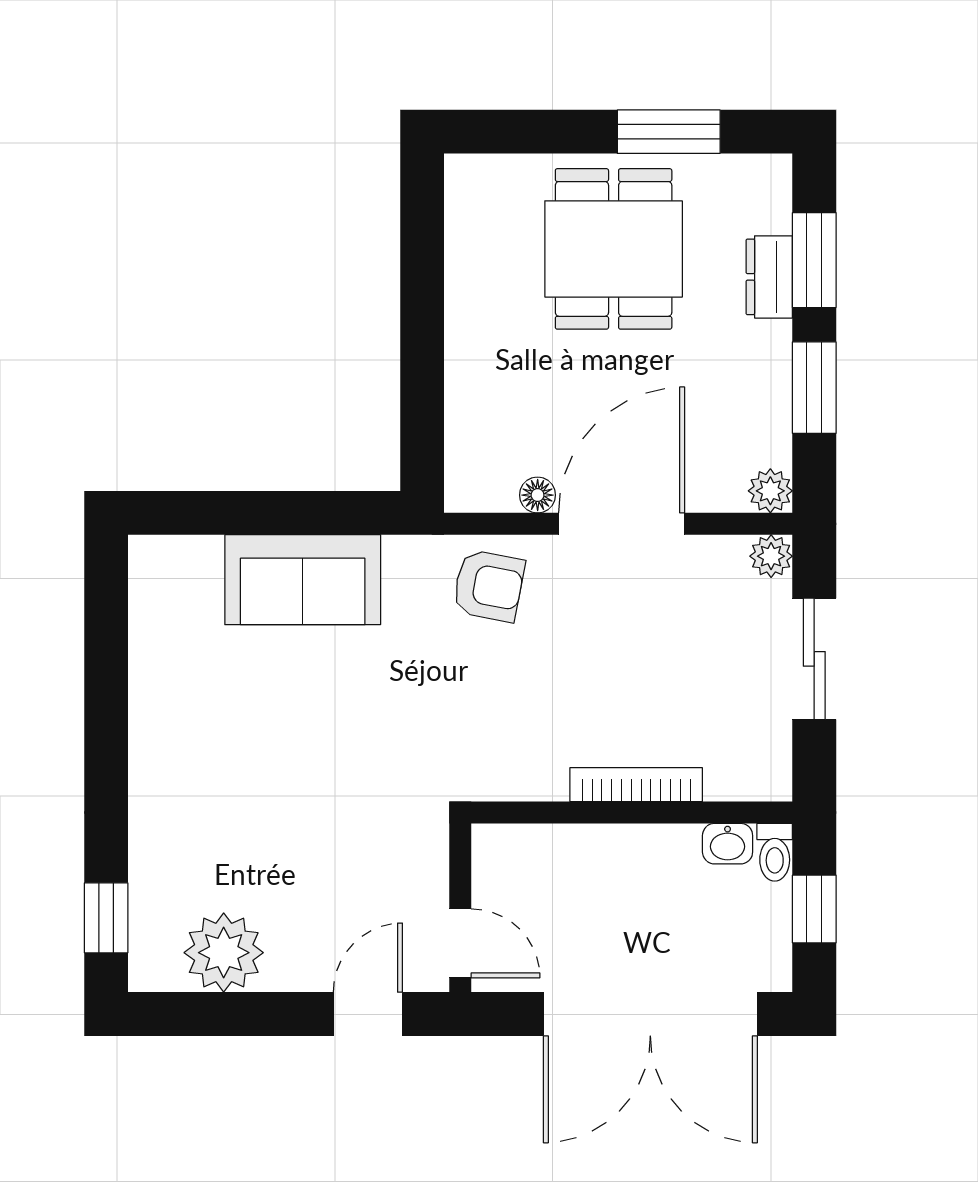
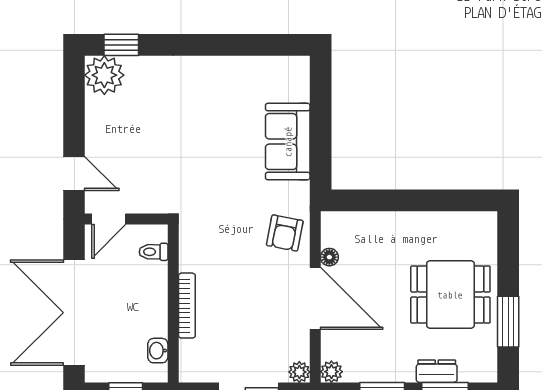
toilet: (775, 852) -> (154, 252), moved
plant: (224, 953) -> (104, 75), moved

